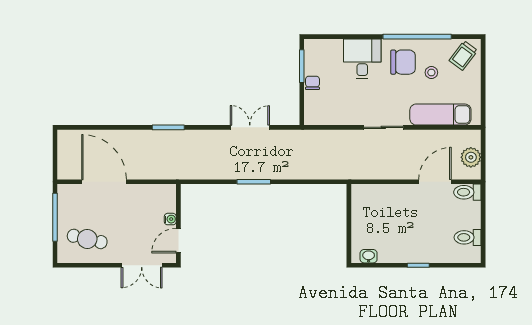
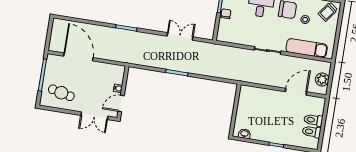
toilet: (467, 192) -> (313, 120), moved

